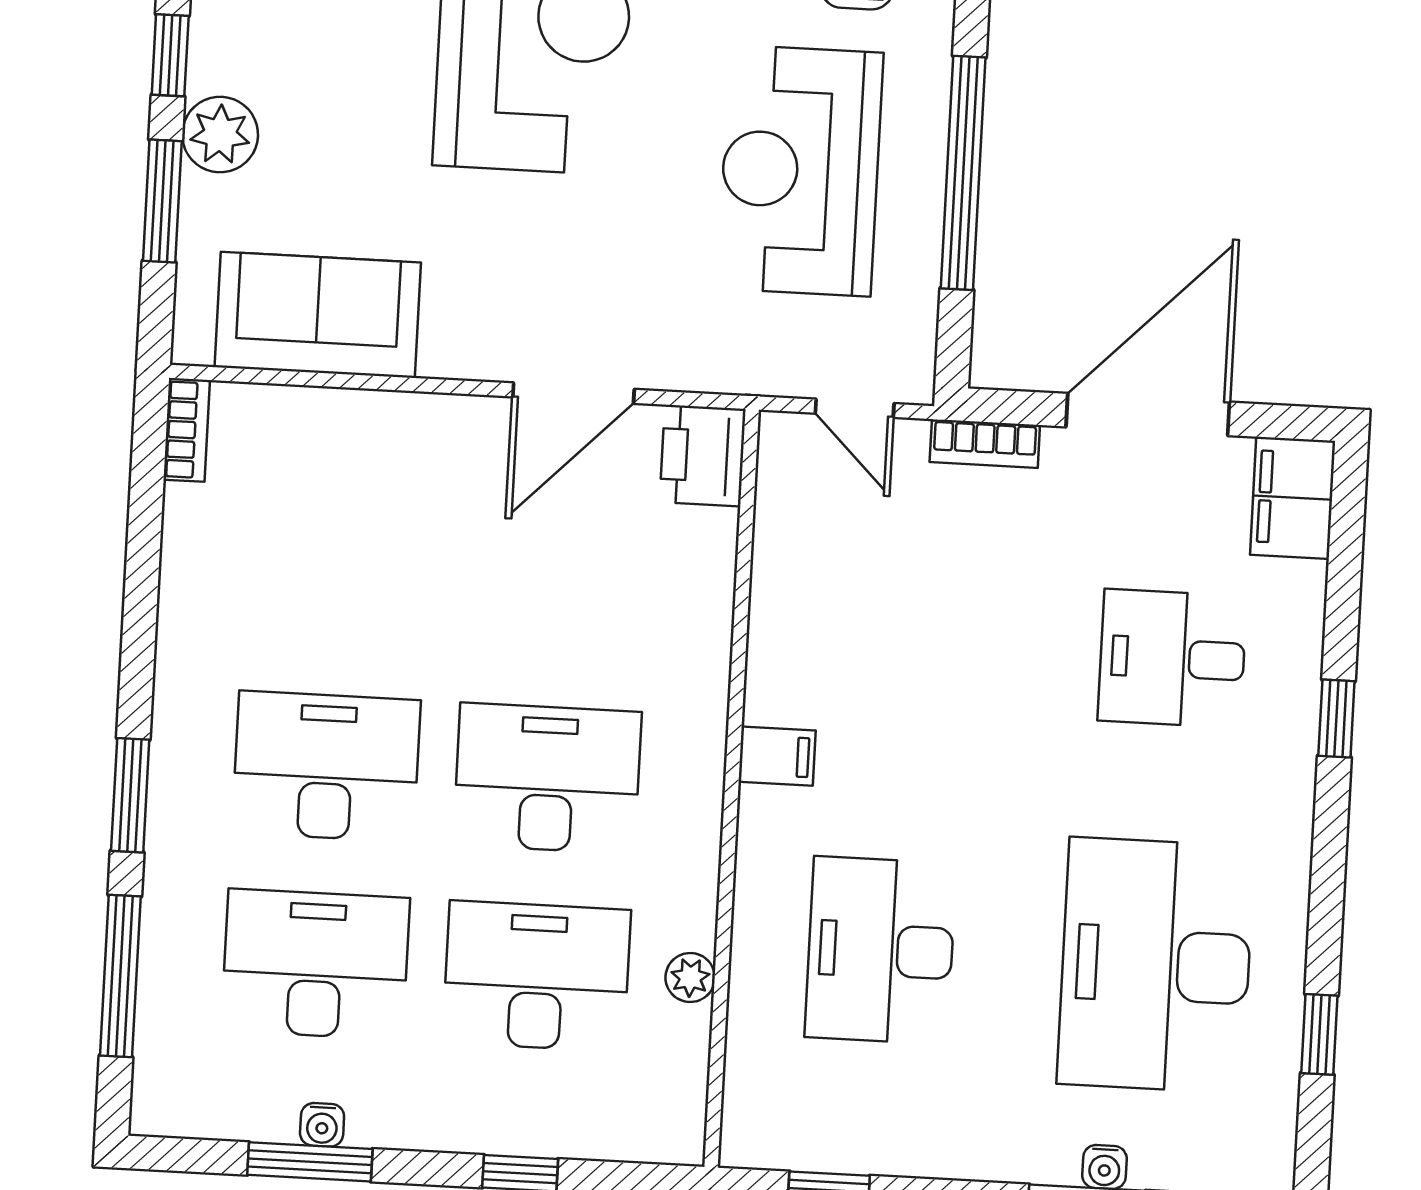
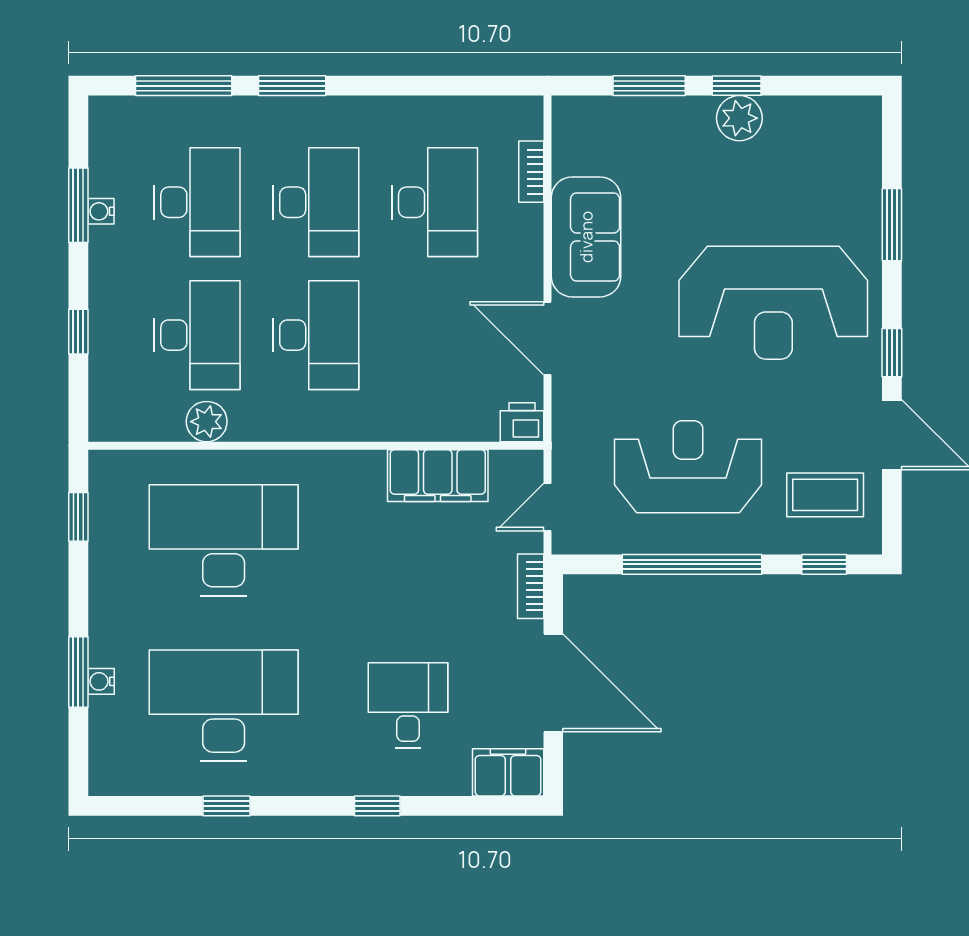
plant: (220, 135) -> (739, 118), moved
sofa: (318, 315) -> (586, 237), moved
bookcase: (187, 430) -> (531, 172), moved, turned 90
printer: (703, 456) -> (522, 422), width x0.73, depth x0.81
desk: (337, 569) -> (435, 202), added
filing cabinet: (777, 756) -> (438, 476), moved, width x3.00, depth x1.17
desk: (881, 950) -> (224, 540), width x1.36, depth x1.30
plant: (690, 978) -> (207, 422), width x1.38, depth x1.38
window: (1319, 1034) -> (226, 806), moved

